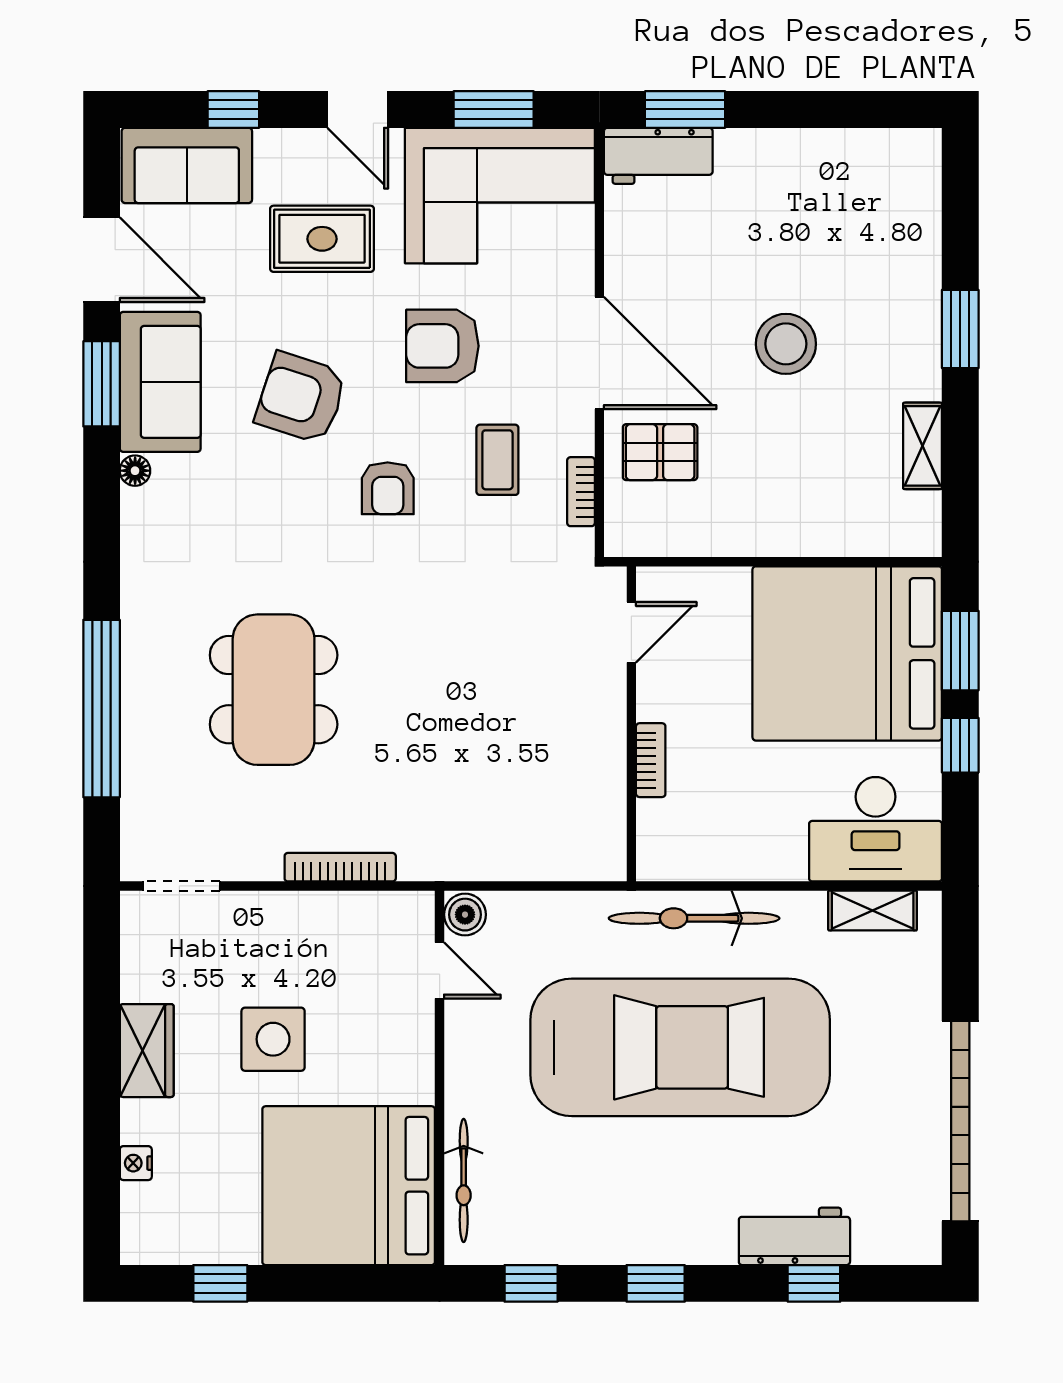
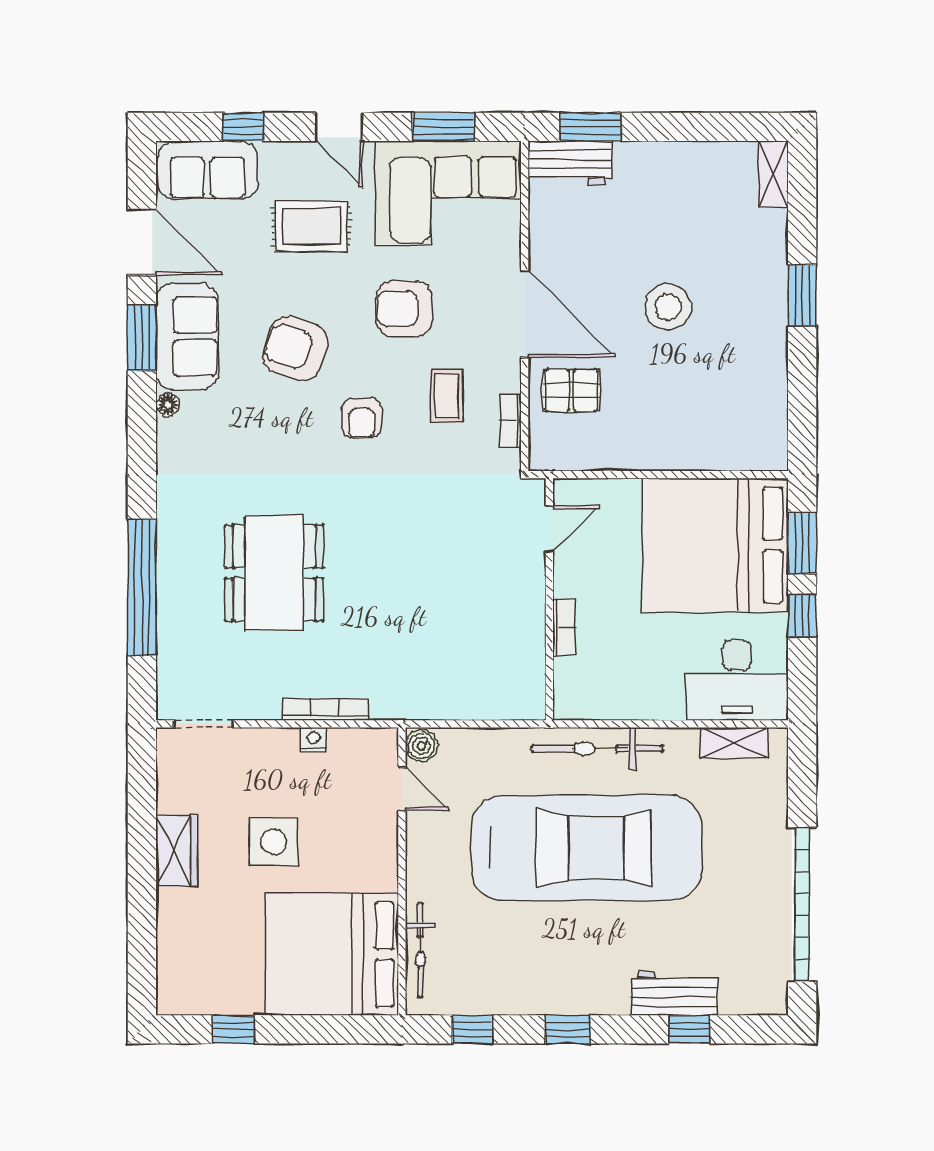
shelving: (923, 446) -> (773, 174), moved
nightstand: (136, 1163) -> (314, 740), moved, turned 90

